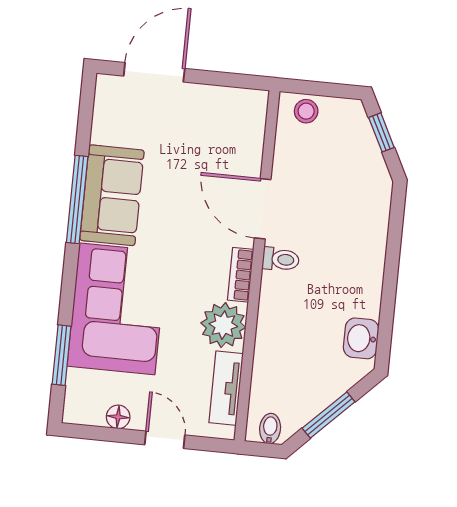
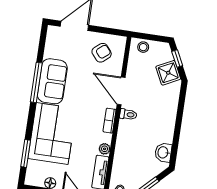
armchair: (216, 128) -> (102, 53), added
shower: (363, 164) -> (168, 73), added
plant: (223, 325) -> (105, 149), width x0.53, depth x0.53

